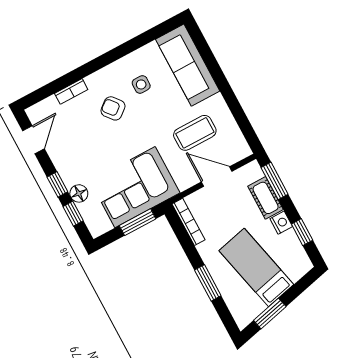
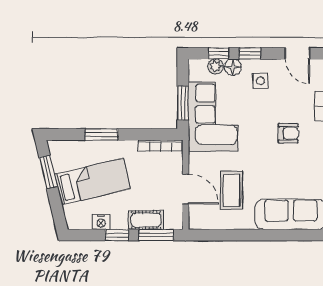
side table: (141, 84) -> (260, 81), moved
armchair: (113, 108) -> (288, 133), turned 39
door: (217, 177) -> (186, 189), hinge flipped
plant: (87, 210) -> (215, 66), added
nightstand: (281, 223) -> (101, 222), moved
window: (302, 232) -> (117, 235), moved

